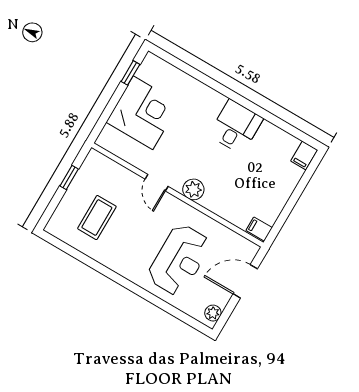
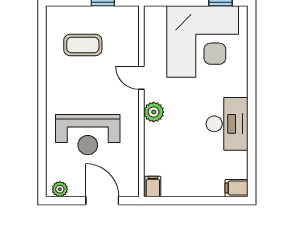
corner desk: (143, 113) -> (203, 42), width x1.36, depth x1.36
desk: (236, 127) -> (227, 124), width x1.37
door: (157, 183) -> (141, 78), hinge flipped

